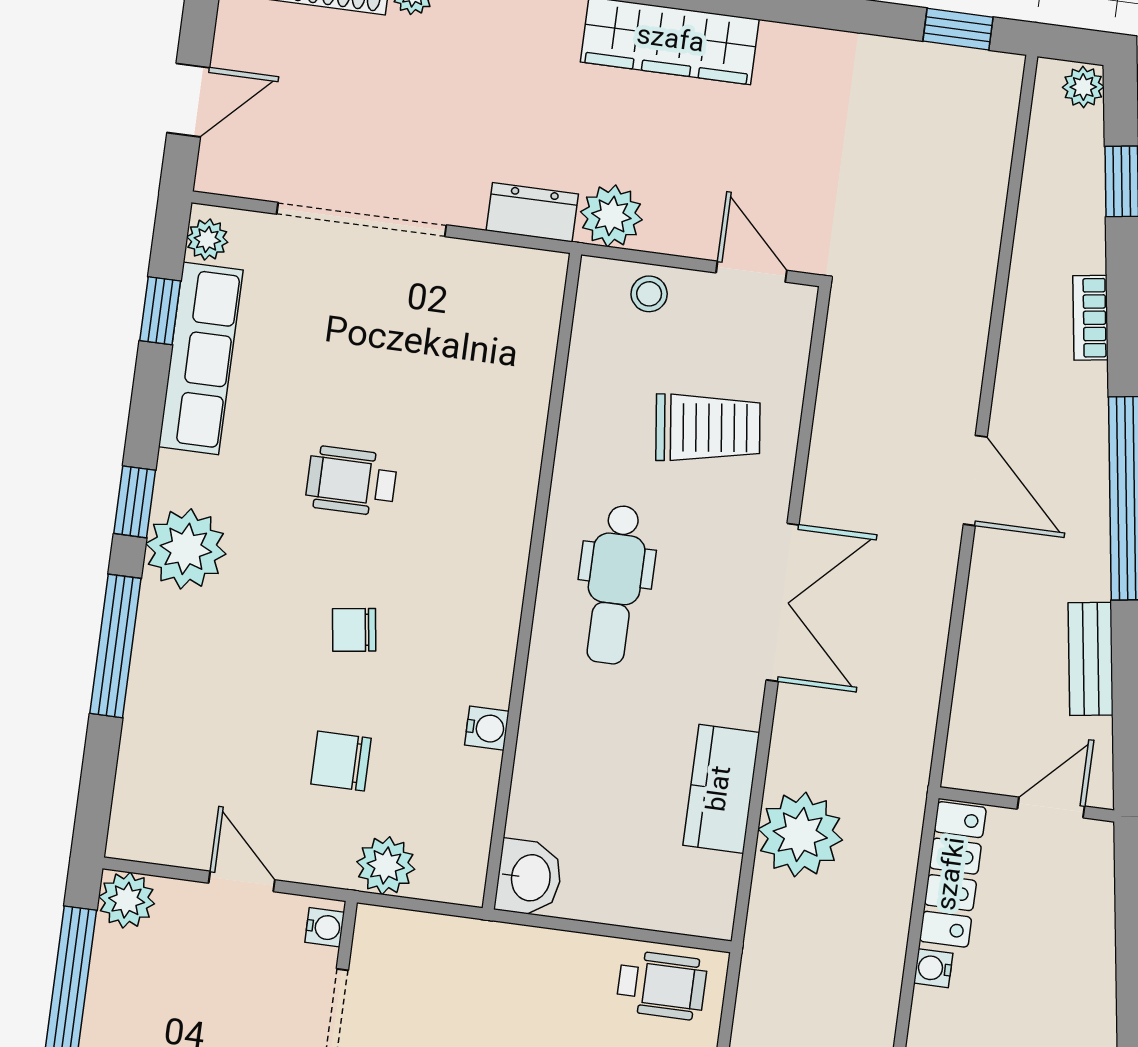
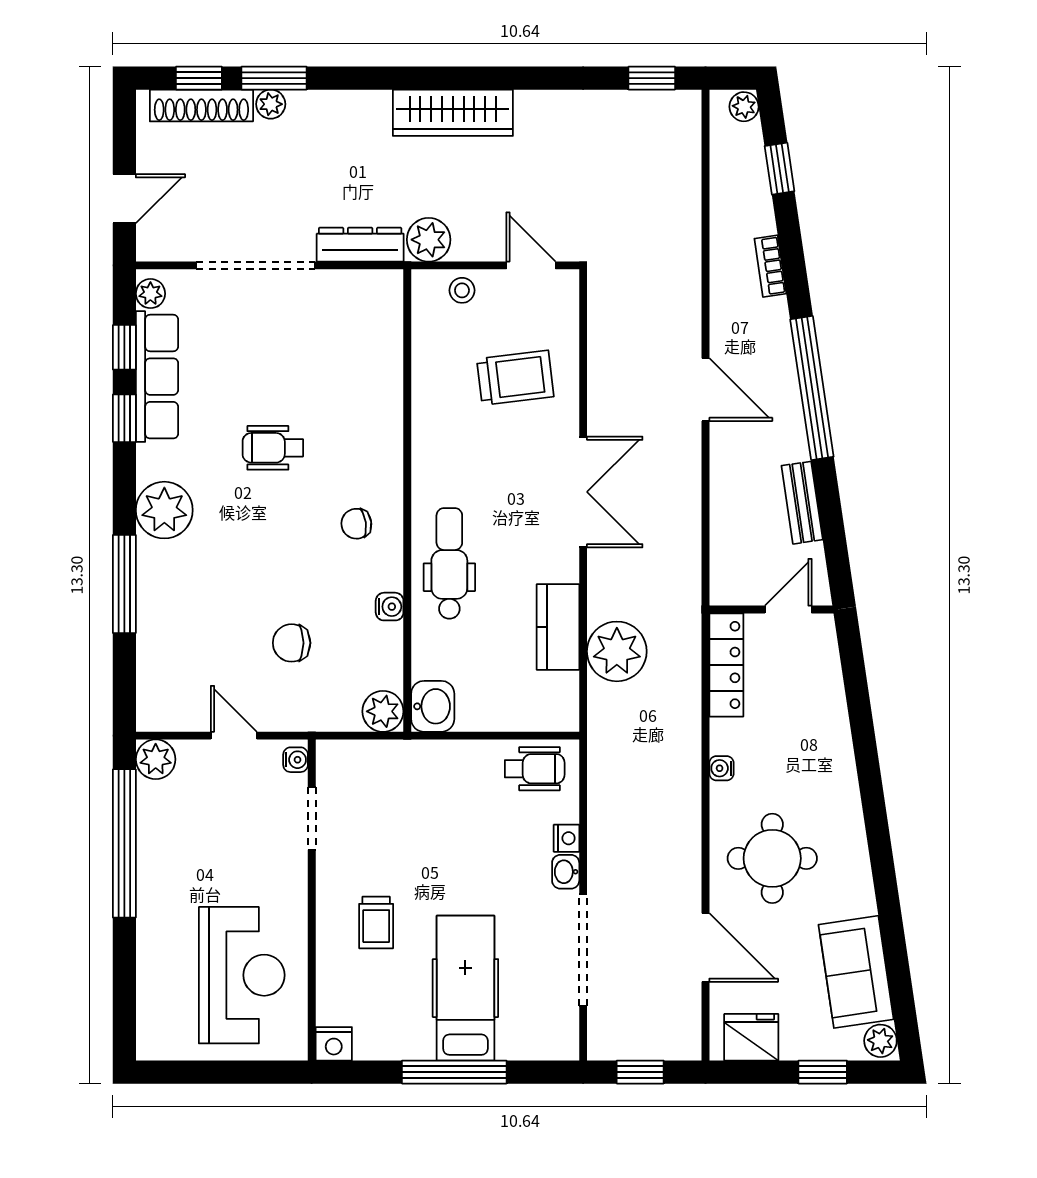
dresser: (532, 212) -> (360, 245), width x1.44
window: (135, 502) -> (124, 418), moved
dental chair: (615, 585) -> (449, 563), moved, turned 180
chair: (354, 630) -> (356, 524), moved
plant: (386, 866) -> (383, 711), moved
water cooler: (933, 968) -> (722, 768), moved

